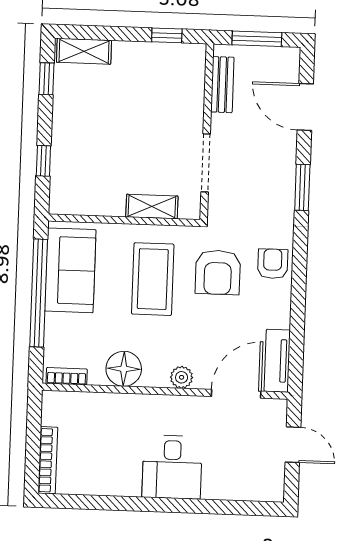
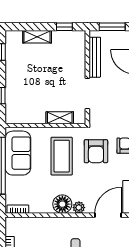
shelving: (84, 51) -> (37, 37), moved
bench: (222, 85) -> (95, 57), width x1.36
floor lamp: (124, 369) -> (62, 204), moved

